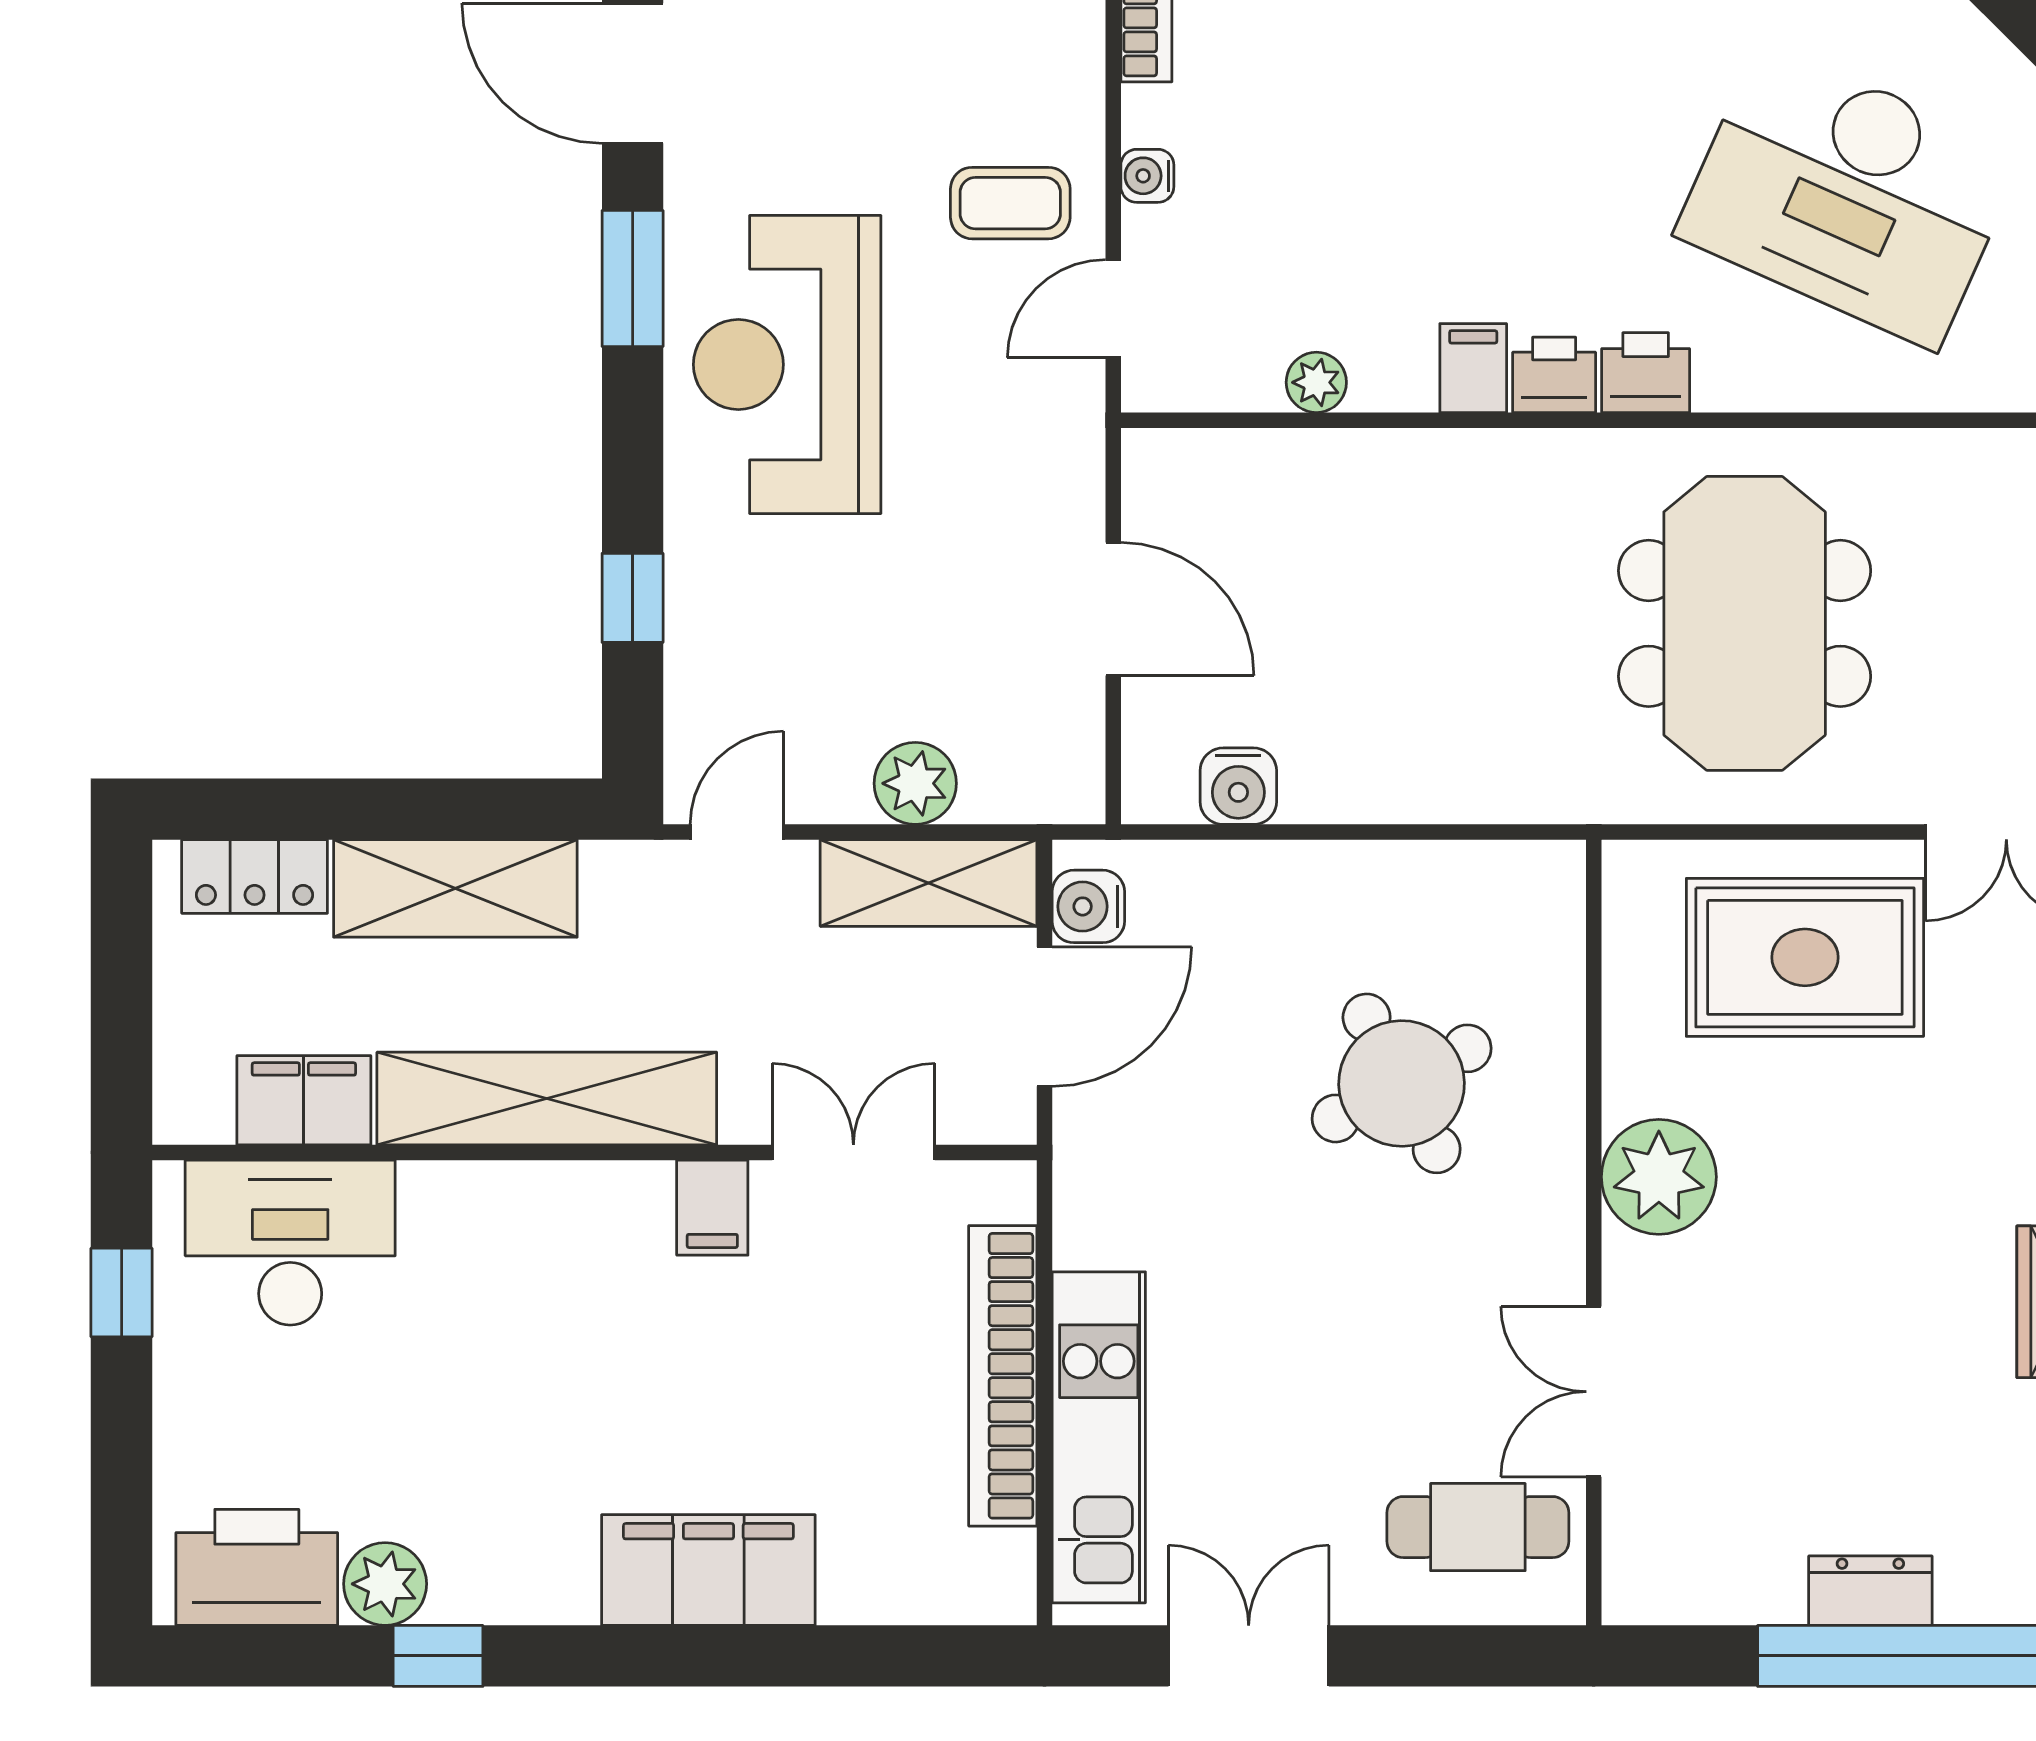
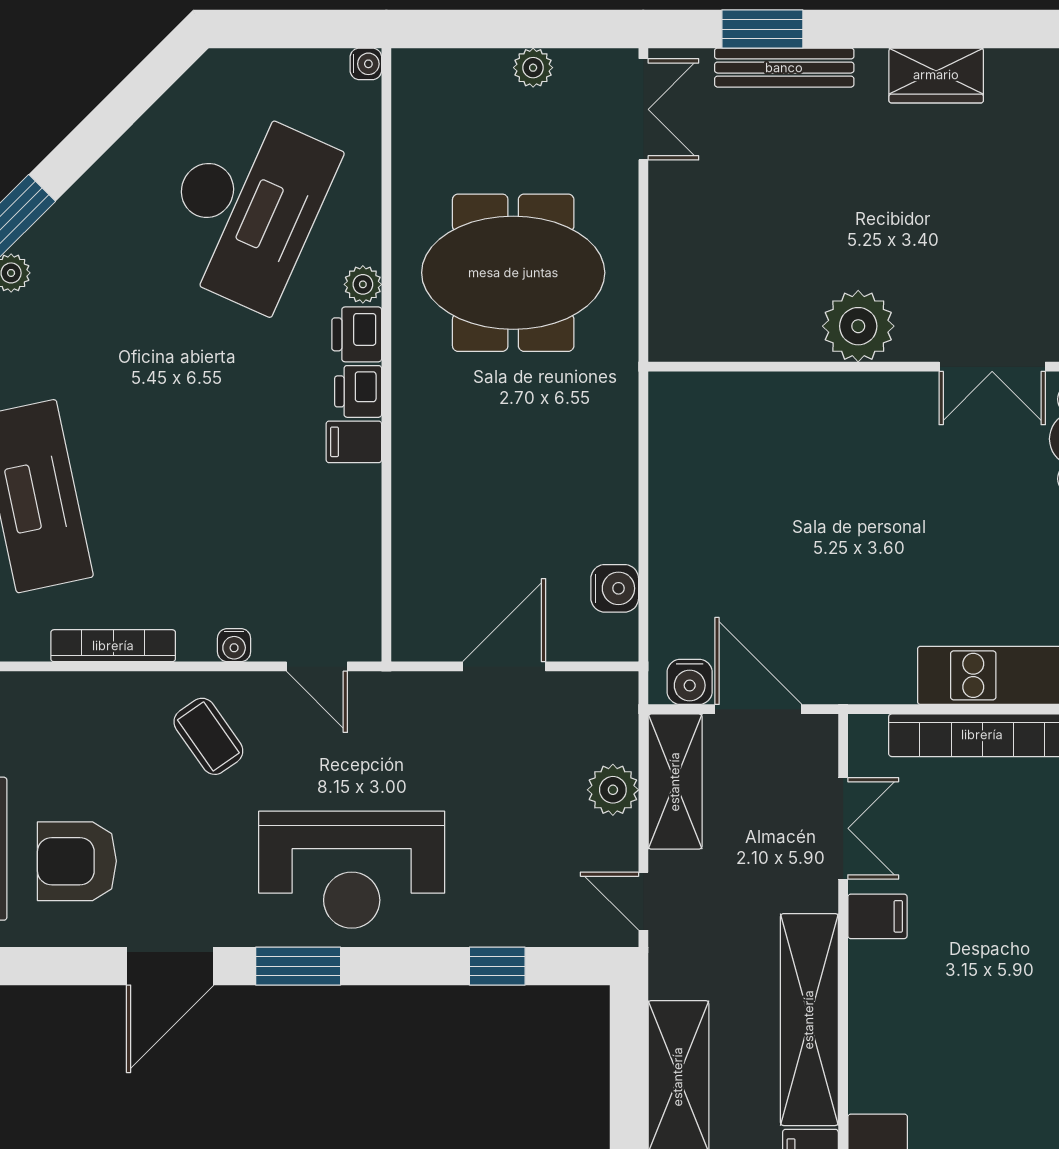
coffee table: (1010, 203) -> (208, 736), moved, turned -35
plant: (1316, 382) -> (363, 284), moved
rug: (1805, 957) -> (721, 235), removed
round table: (1402, 1083) -> (800, 487), removed
double door: (853, 1152) -> (843, 828), swing flipped

